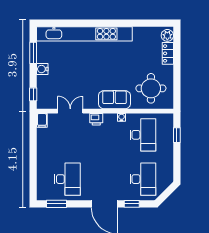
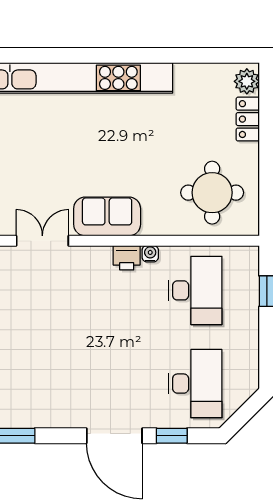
sofa: (114, 100) -> (107, 216), moved
printer: (96, 119) -> (127, 258), moved
desk: (67, 179) -> (36, 384), removed

